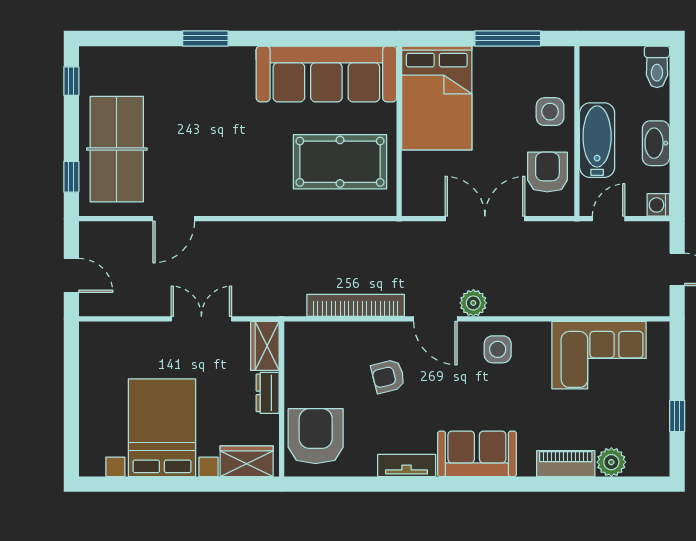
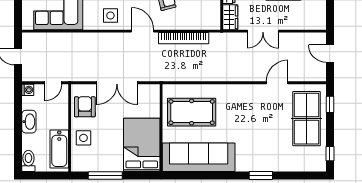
bathtub: (597, 140) -> (59, 149), moved
armchair: (547, 172) -> (85, 107), turned 180
plant: (473, 303) -> (123, 39), removed

